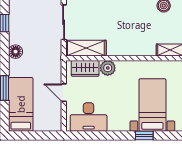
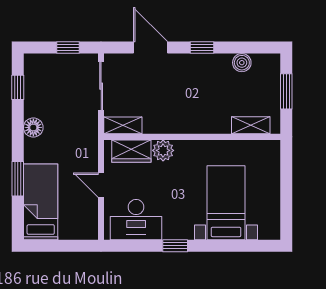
shelving: (86, 48) -> (123, 125), width x0.67, depth x0.75
window: (144, 136) -> (175, 246), moved

